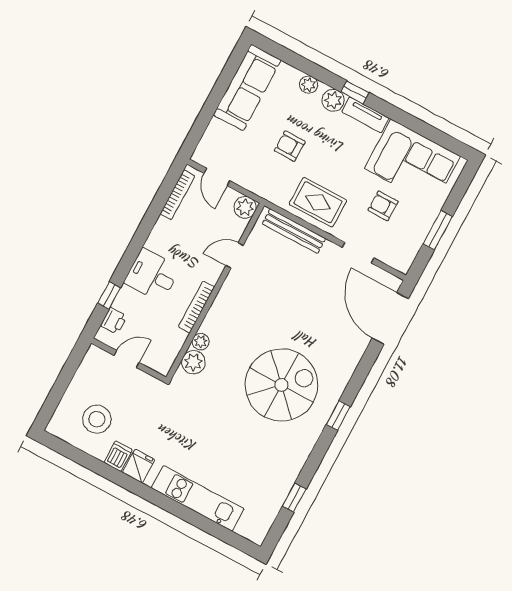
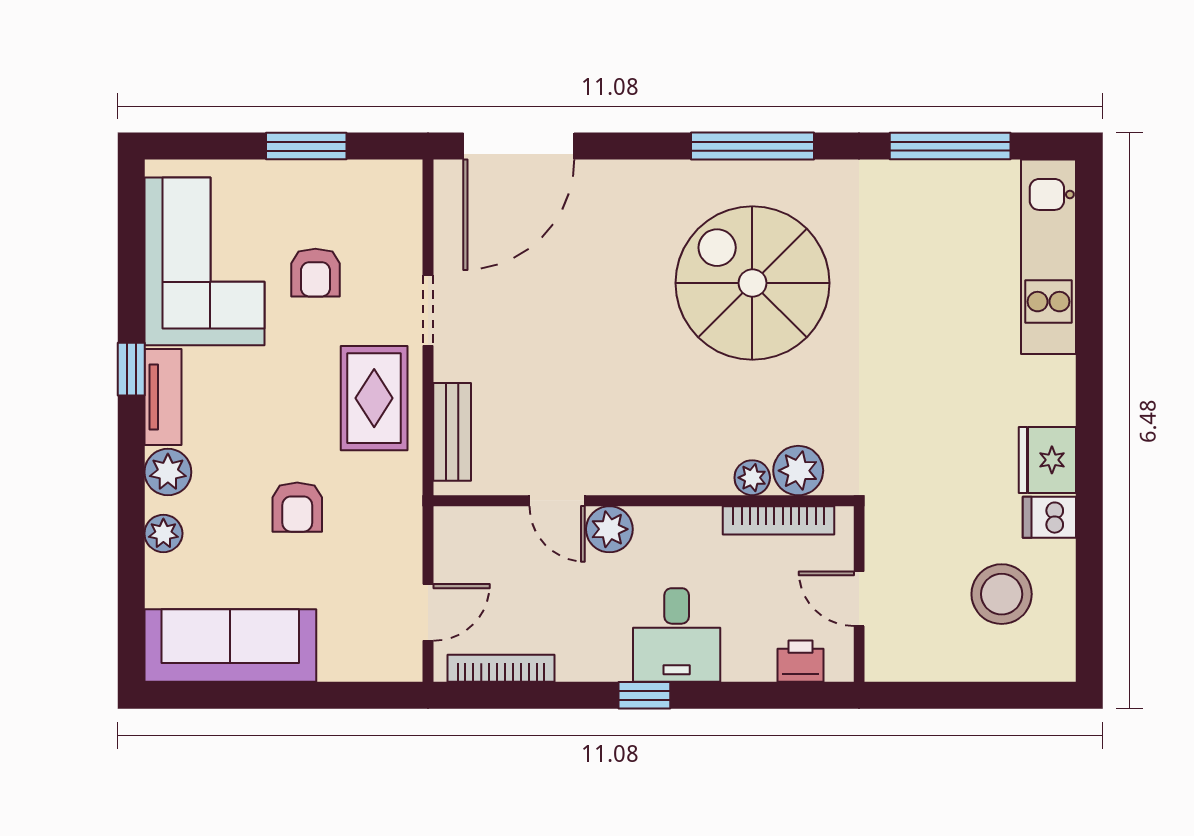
window: (355, 92) -> (131, 369), moved
plant: (245, 207) -> (609, 529), moved
bench: (294, 231) -> (452, 432), width x0.73
doorway: (358, 253) -> (428, 310), moved
window: (109, 295) -> (644, 695), moved
bookcase: (196, 307) -> (779, 520), moved
window: (338, 416) -> (753, 146), width x2.17
fridge: (139, 466) -> (1047, 460), width x1.38
kitchen unit: (198, 498) -> (1049, 257), moved
window: (294, 498) -> (950, 146), width x2.17

